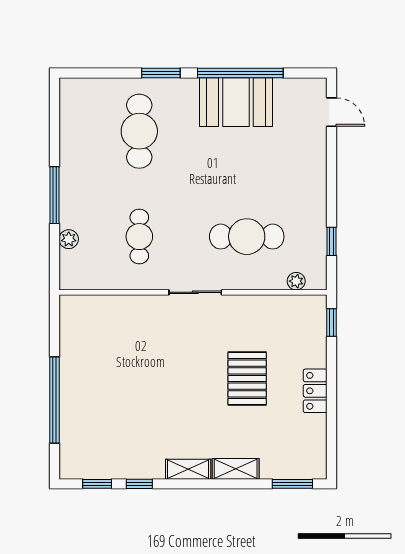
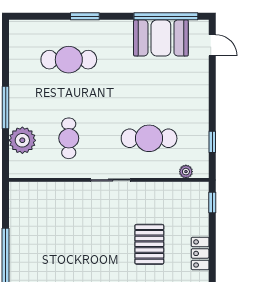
window: (240, 73) -> (166, 16), moved
booth: (236, 102) -> (161, 38), moved
cafe table: (139, 131) -> (69, 60), turned 90
plant: (69, 239) -> (22, 140), width x1.88, depth x1.88

